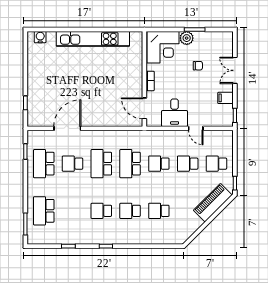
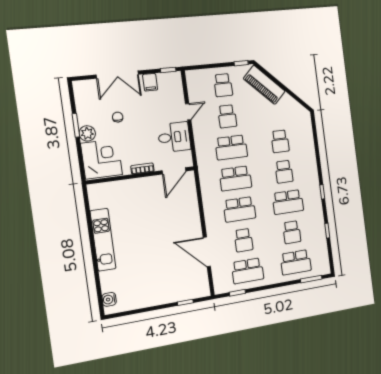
kitchen unit: (93, 39) -> (103, 240), width x0.73
double door: (235, 70) -> (117, 75), width x1.37
school desk: (159, 164) -> (231, 147), width x1.85
school desk: (73, 211) -> (292, 232), added
school desk: (101, 211) -> (288, 202), width x1.85

